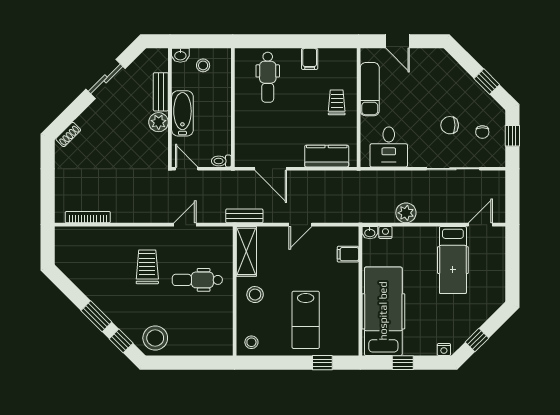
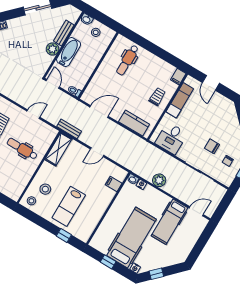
filing cabinet: (310, 59) -> (178, 77), moved
door: (271, 169) -> (99, 112), swing flipped
stool: (255, 295) -> (45, 189), moved
hospital bed: (383, 311) -> (132, 237), moved

